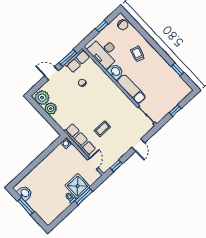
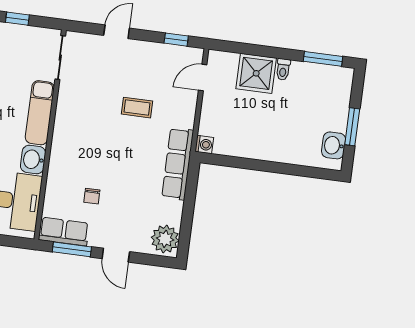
plant: (51, 109) -> (171, 212), removed
row of seats: (80, 140) -> (178, 164), moved
window: (84, 196) -> (323, 59), moved

